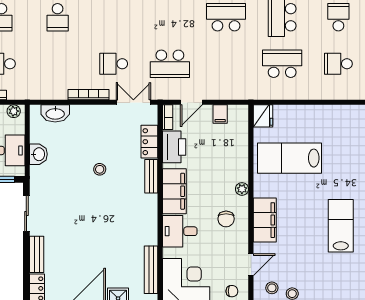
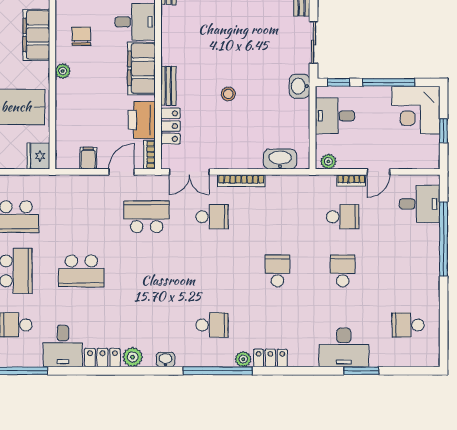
washbasin: (38, 154) -> (300, 86), moved

